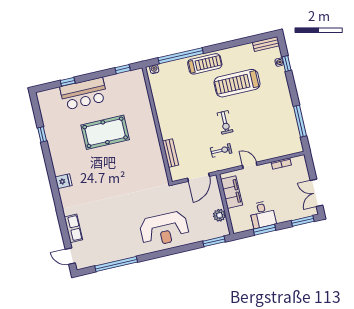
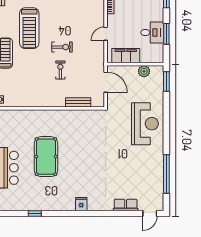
exercise bike: (221, 150) -> (60, 70), moved

